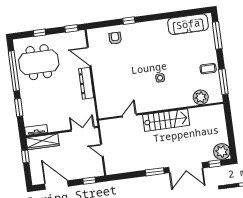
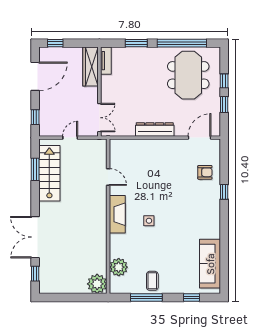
window: (71, 28) -> (224, 104), moved
window: (217, 35) -> (192, 298), width x0.46
door: (89, 56) -> (200, 138), moved
window: (223, 82) -> (146, 298), moved
fireplace: (158, 104) -> (117, 214), added
stairs: (166, 120) -> (49, 173), moved, turned 180
plant: (222, 152) -> (97, 284), moved
window: (25, 157) -> (55, 43), moved
window: (155, 172) -> (35, 169), moved

